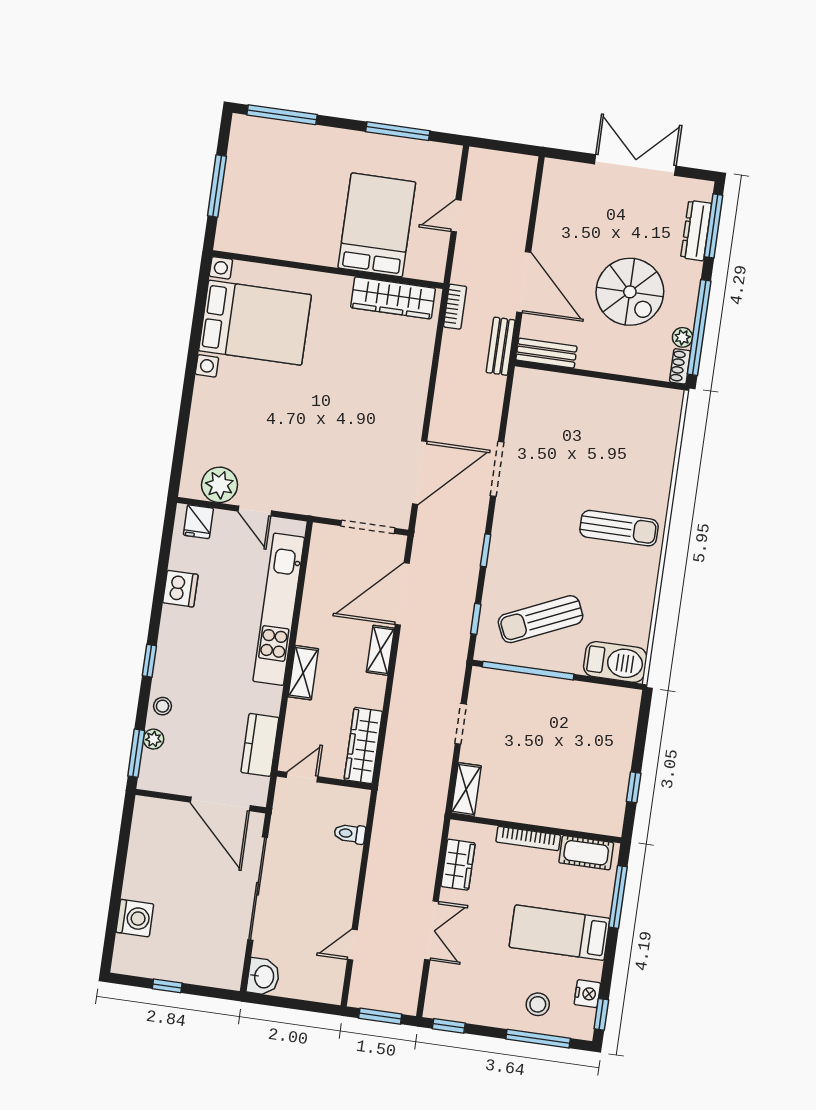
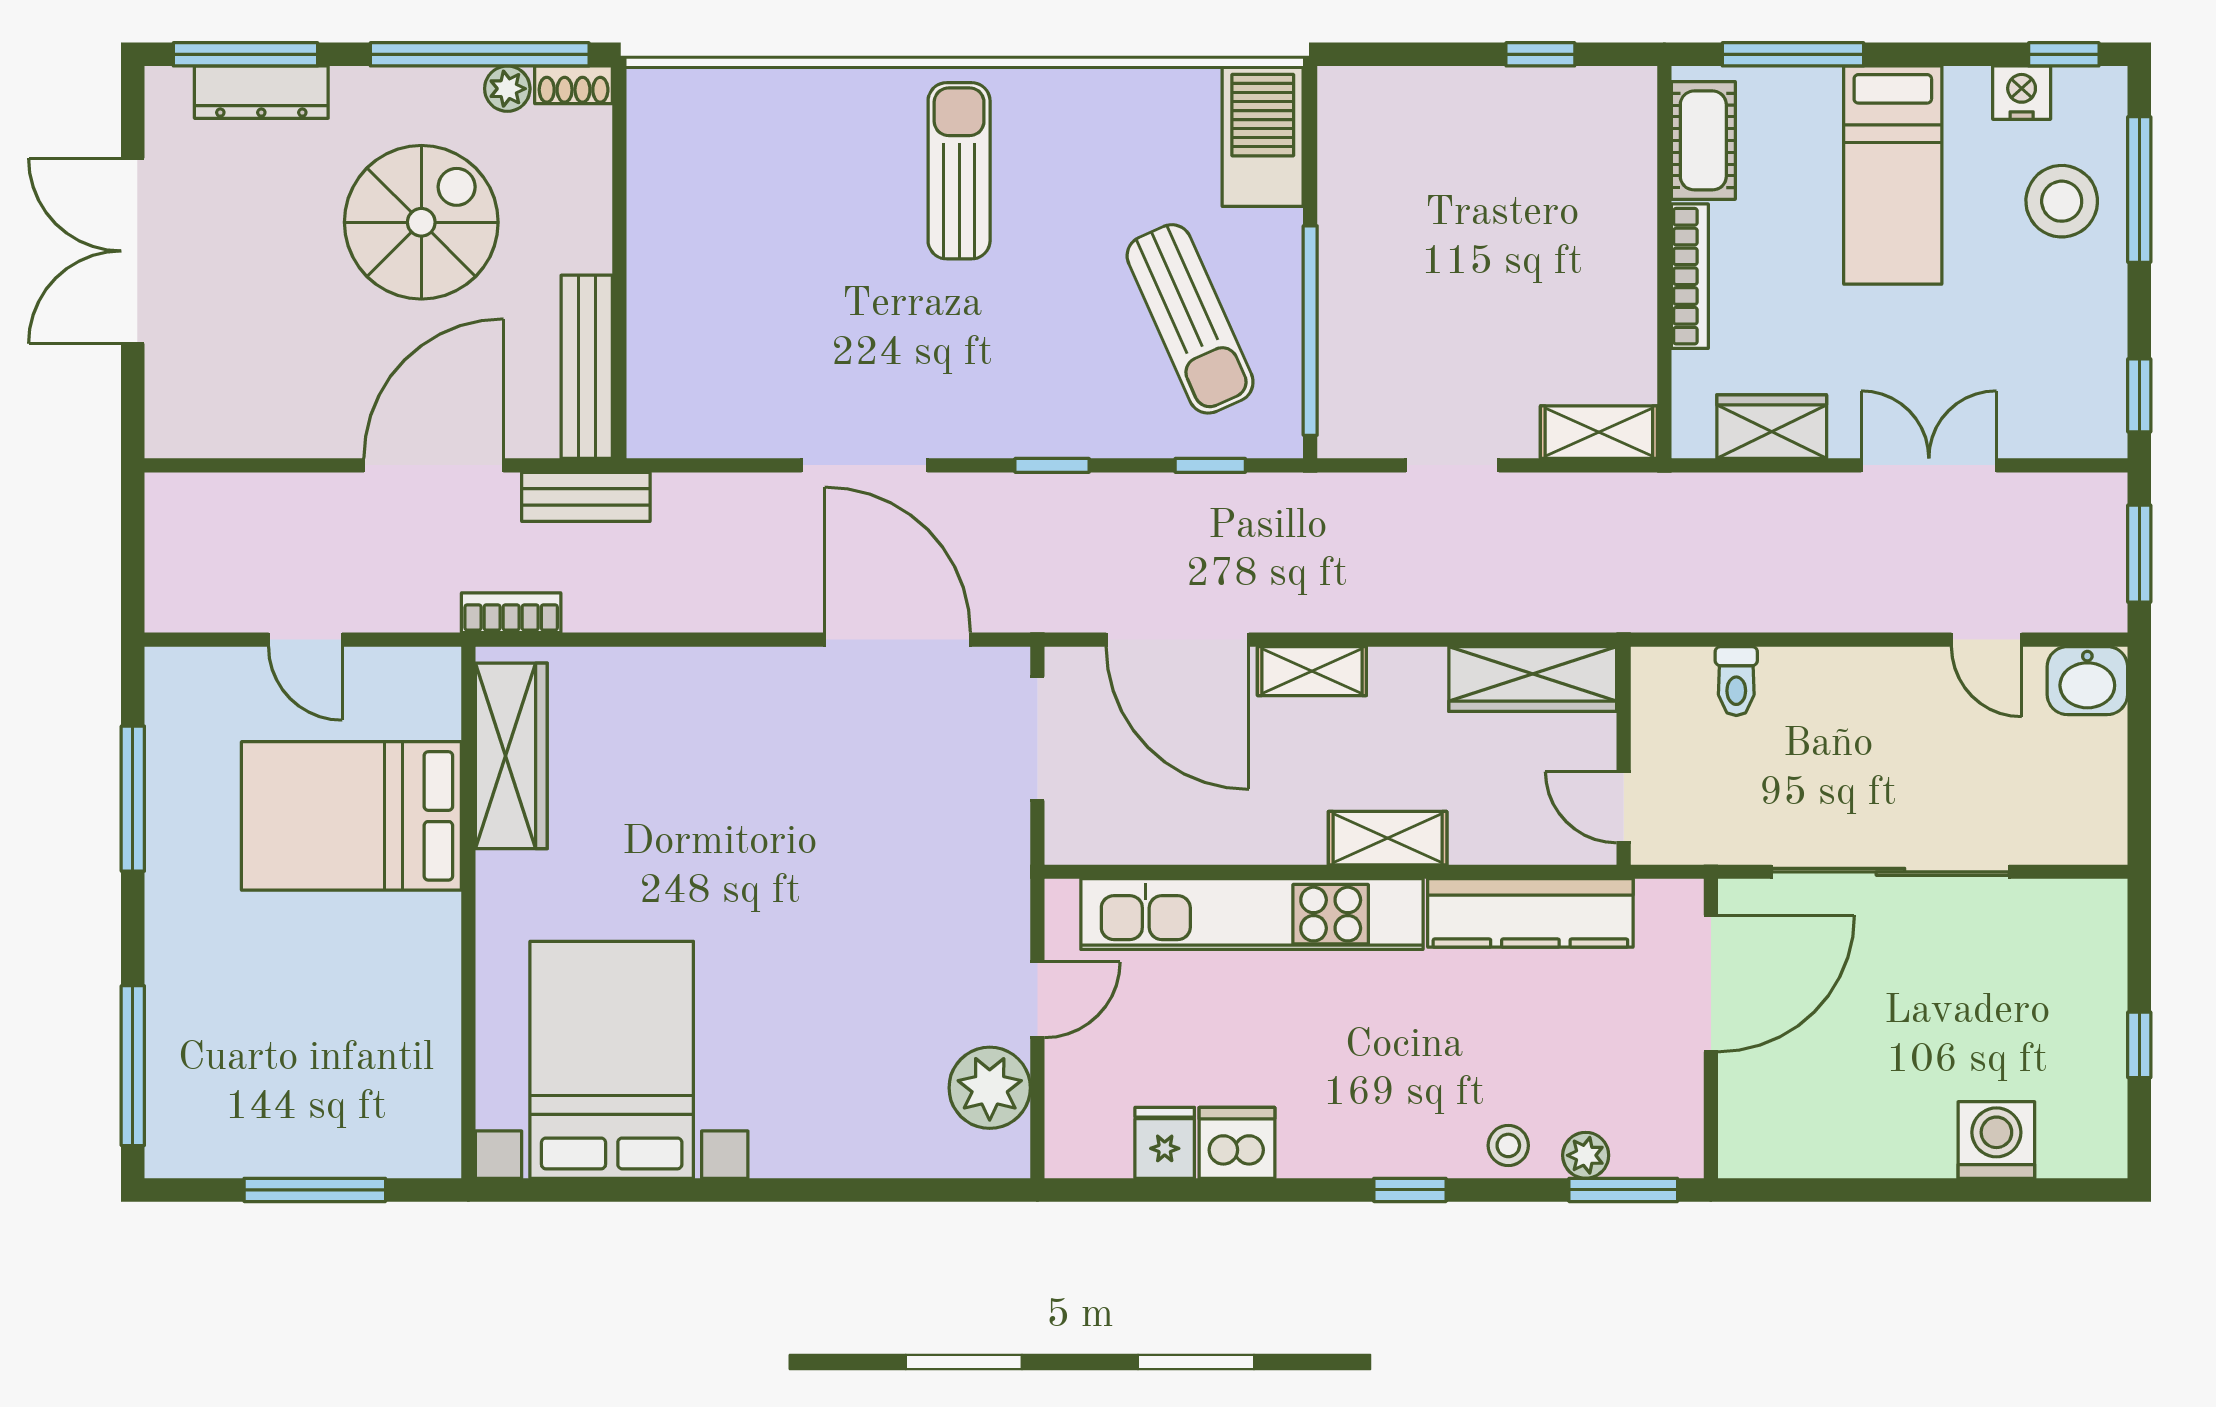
bench: (546, 353) -> (587, 367), width x1.36
fridge: (198, 522) -> (1165, 1143), moved, turned -90
kitchen counter: (260, 745) -> (1530, 913), width x1.50
washbasin: (263, 977) -> (2087, 681), moved, turned 180
stool: (538, 1004) -> (2062, 201), width x1.38, depth x1.38

